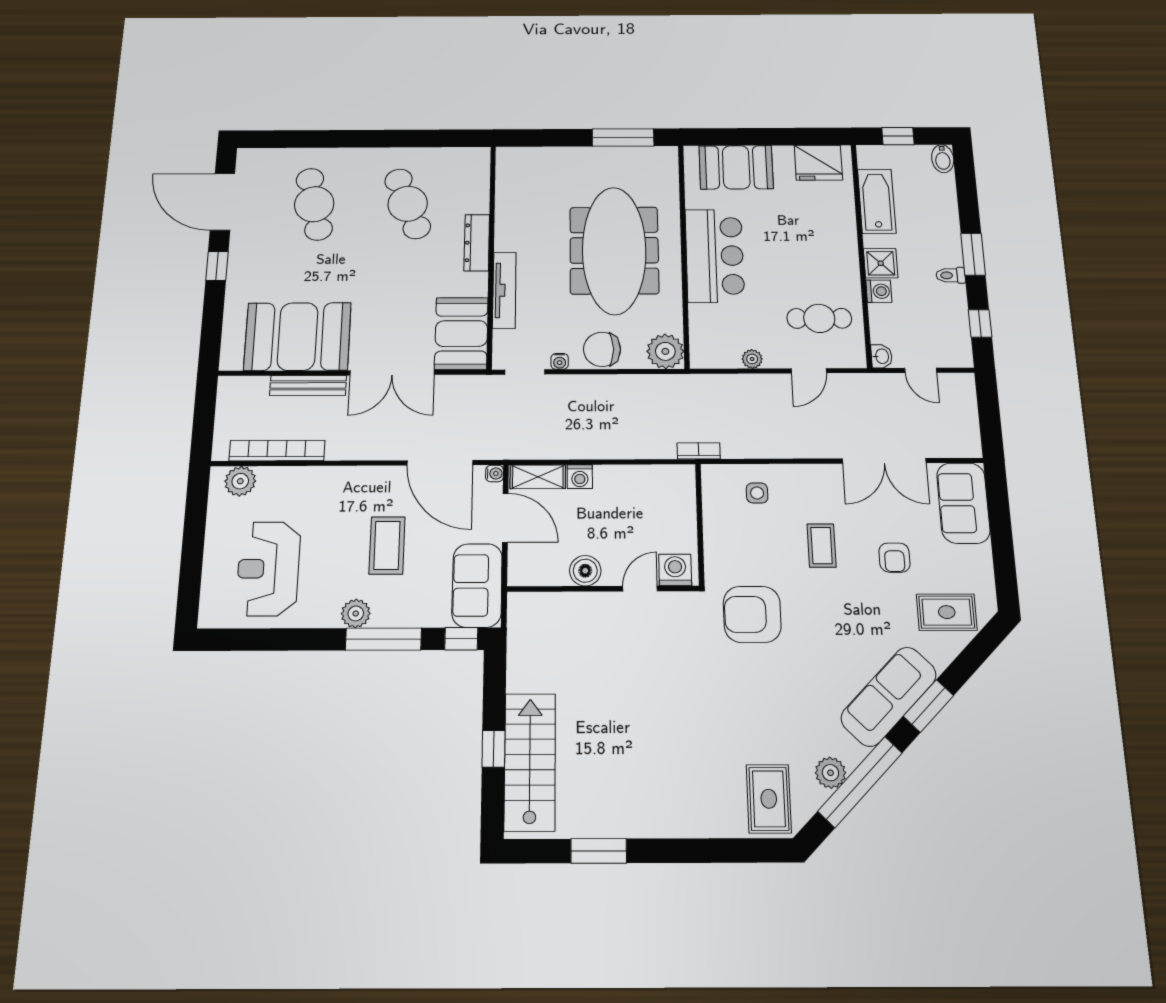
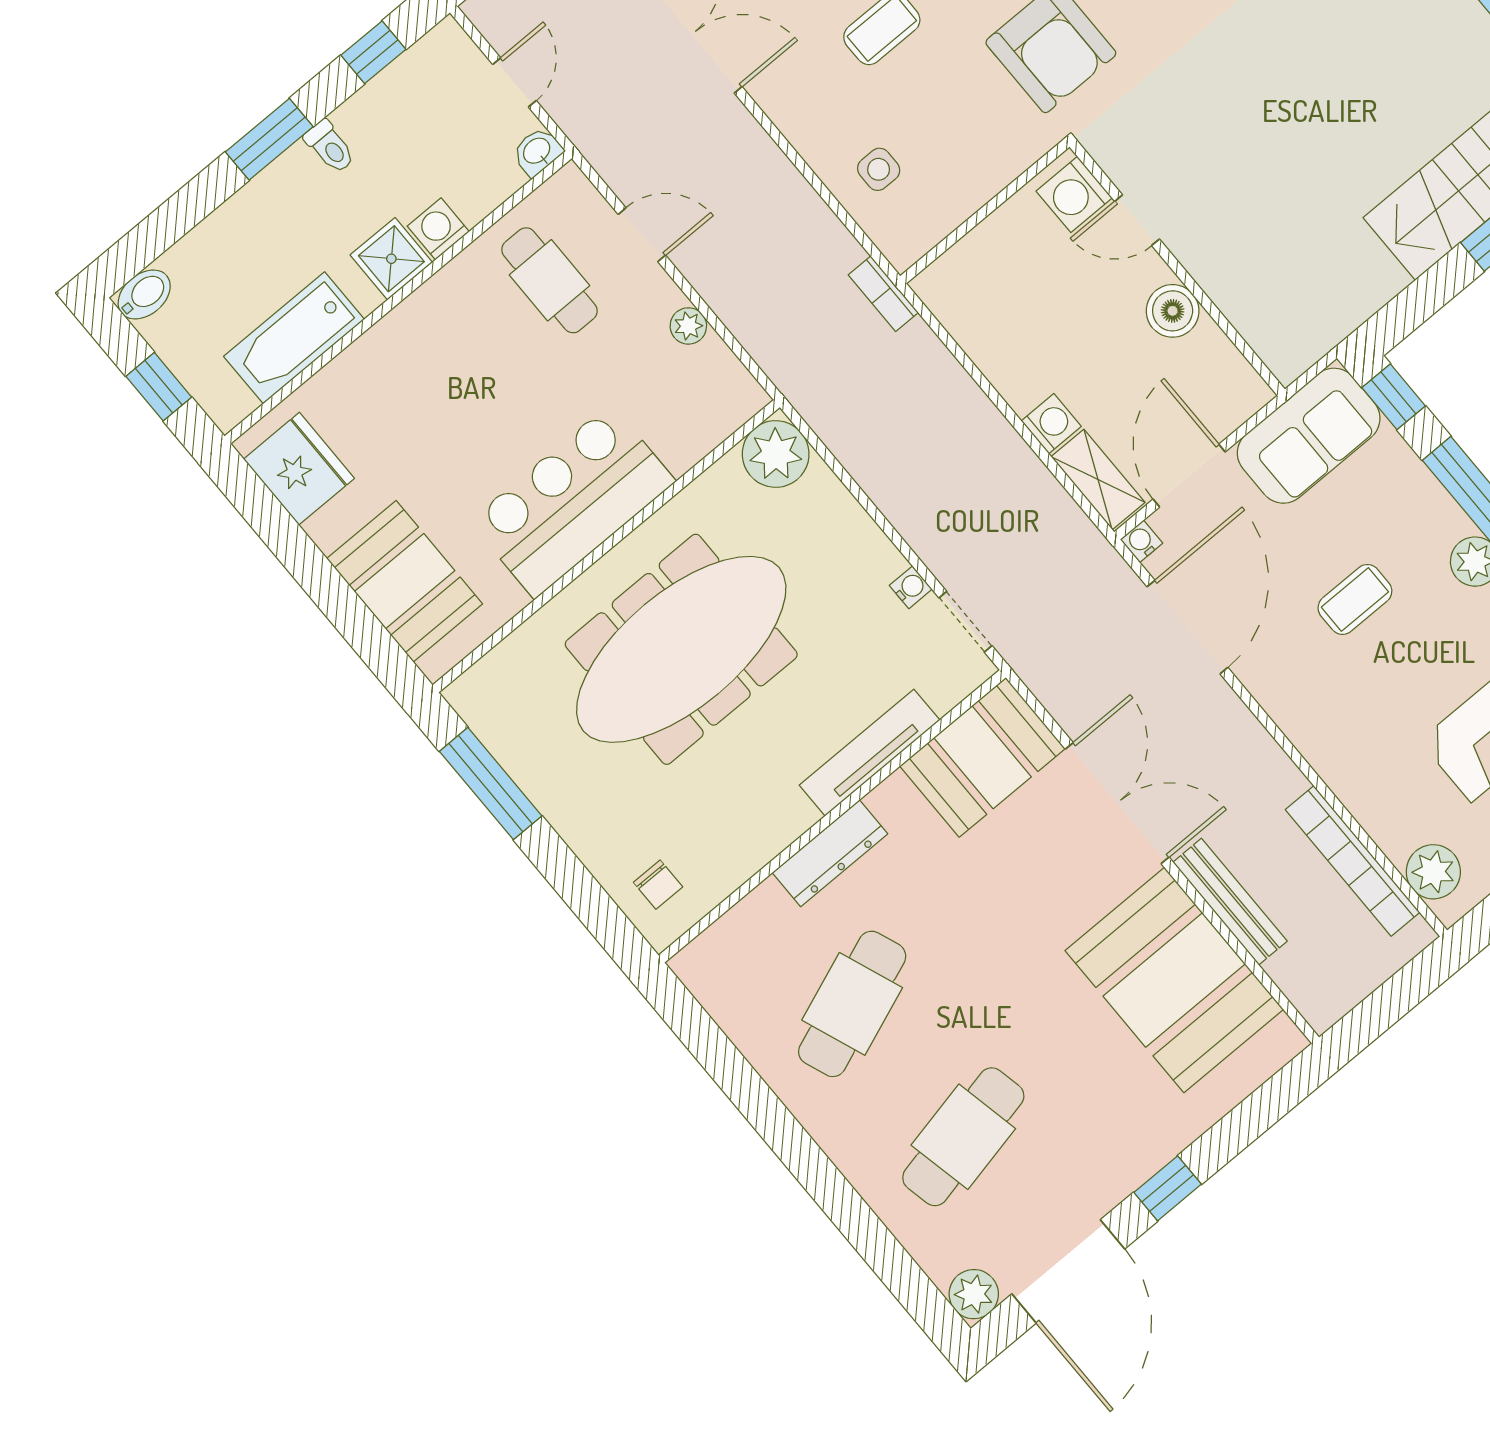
plant: (249, 160) -> (974, 1294), added
chair: (602, 349) -> (658, 885), moved, width x0.54, depth x0.54
coffee table: (387, 545) -> (1355, 599), width x0.73, depth x0.77

